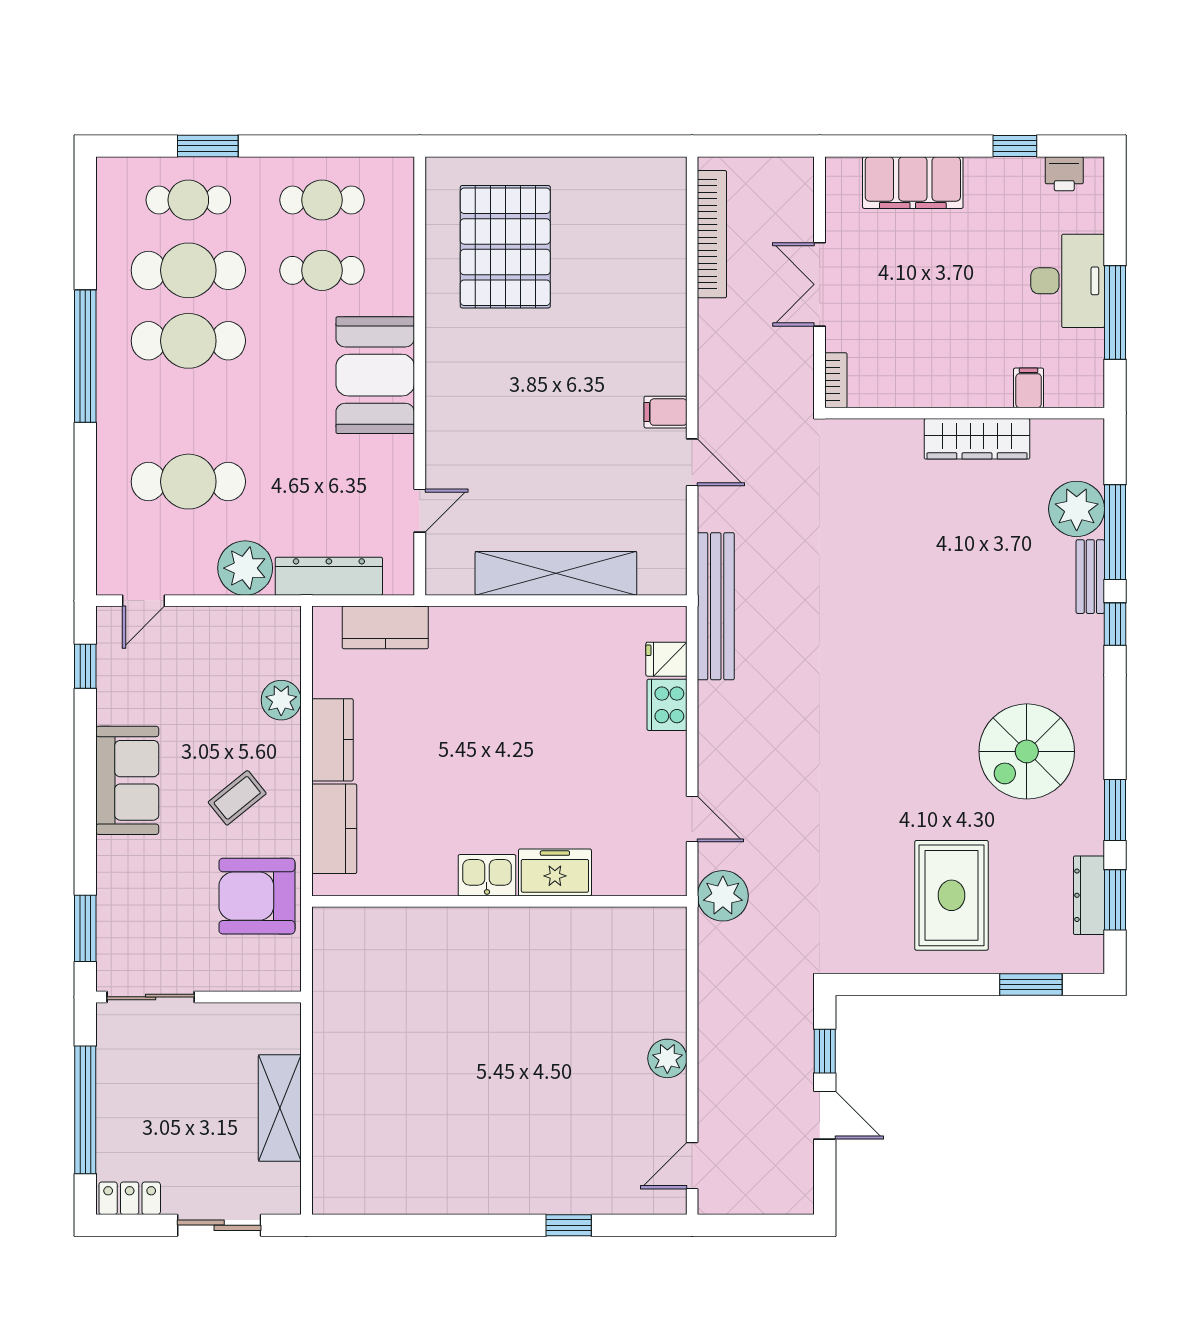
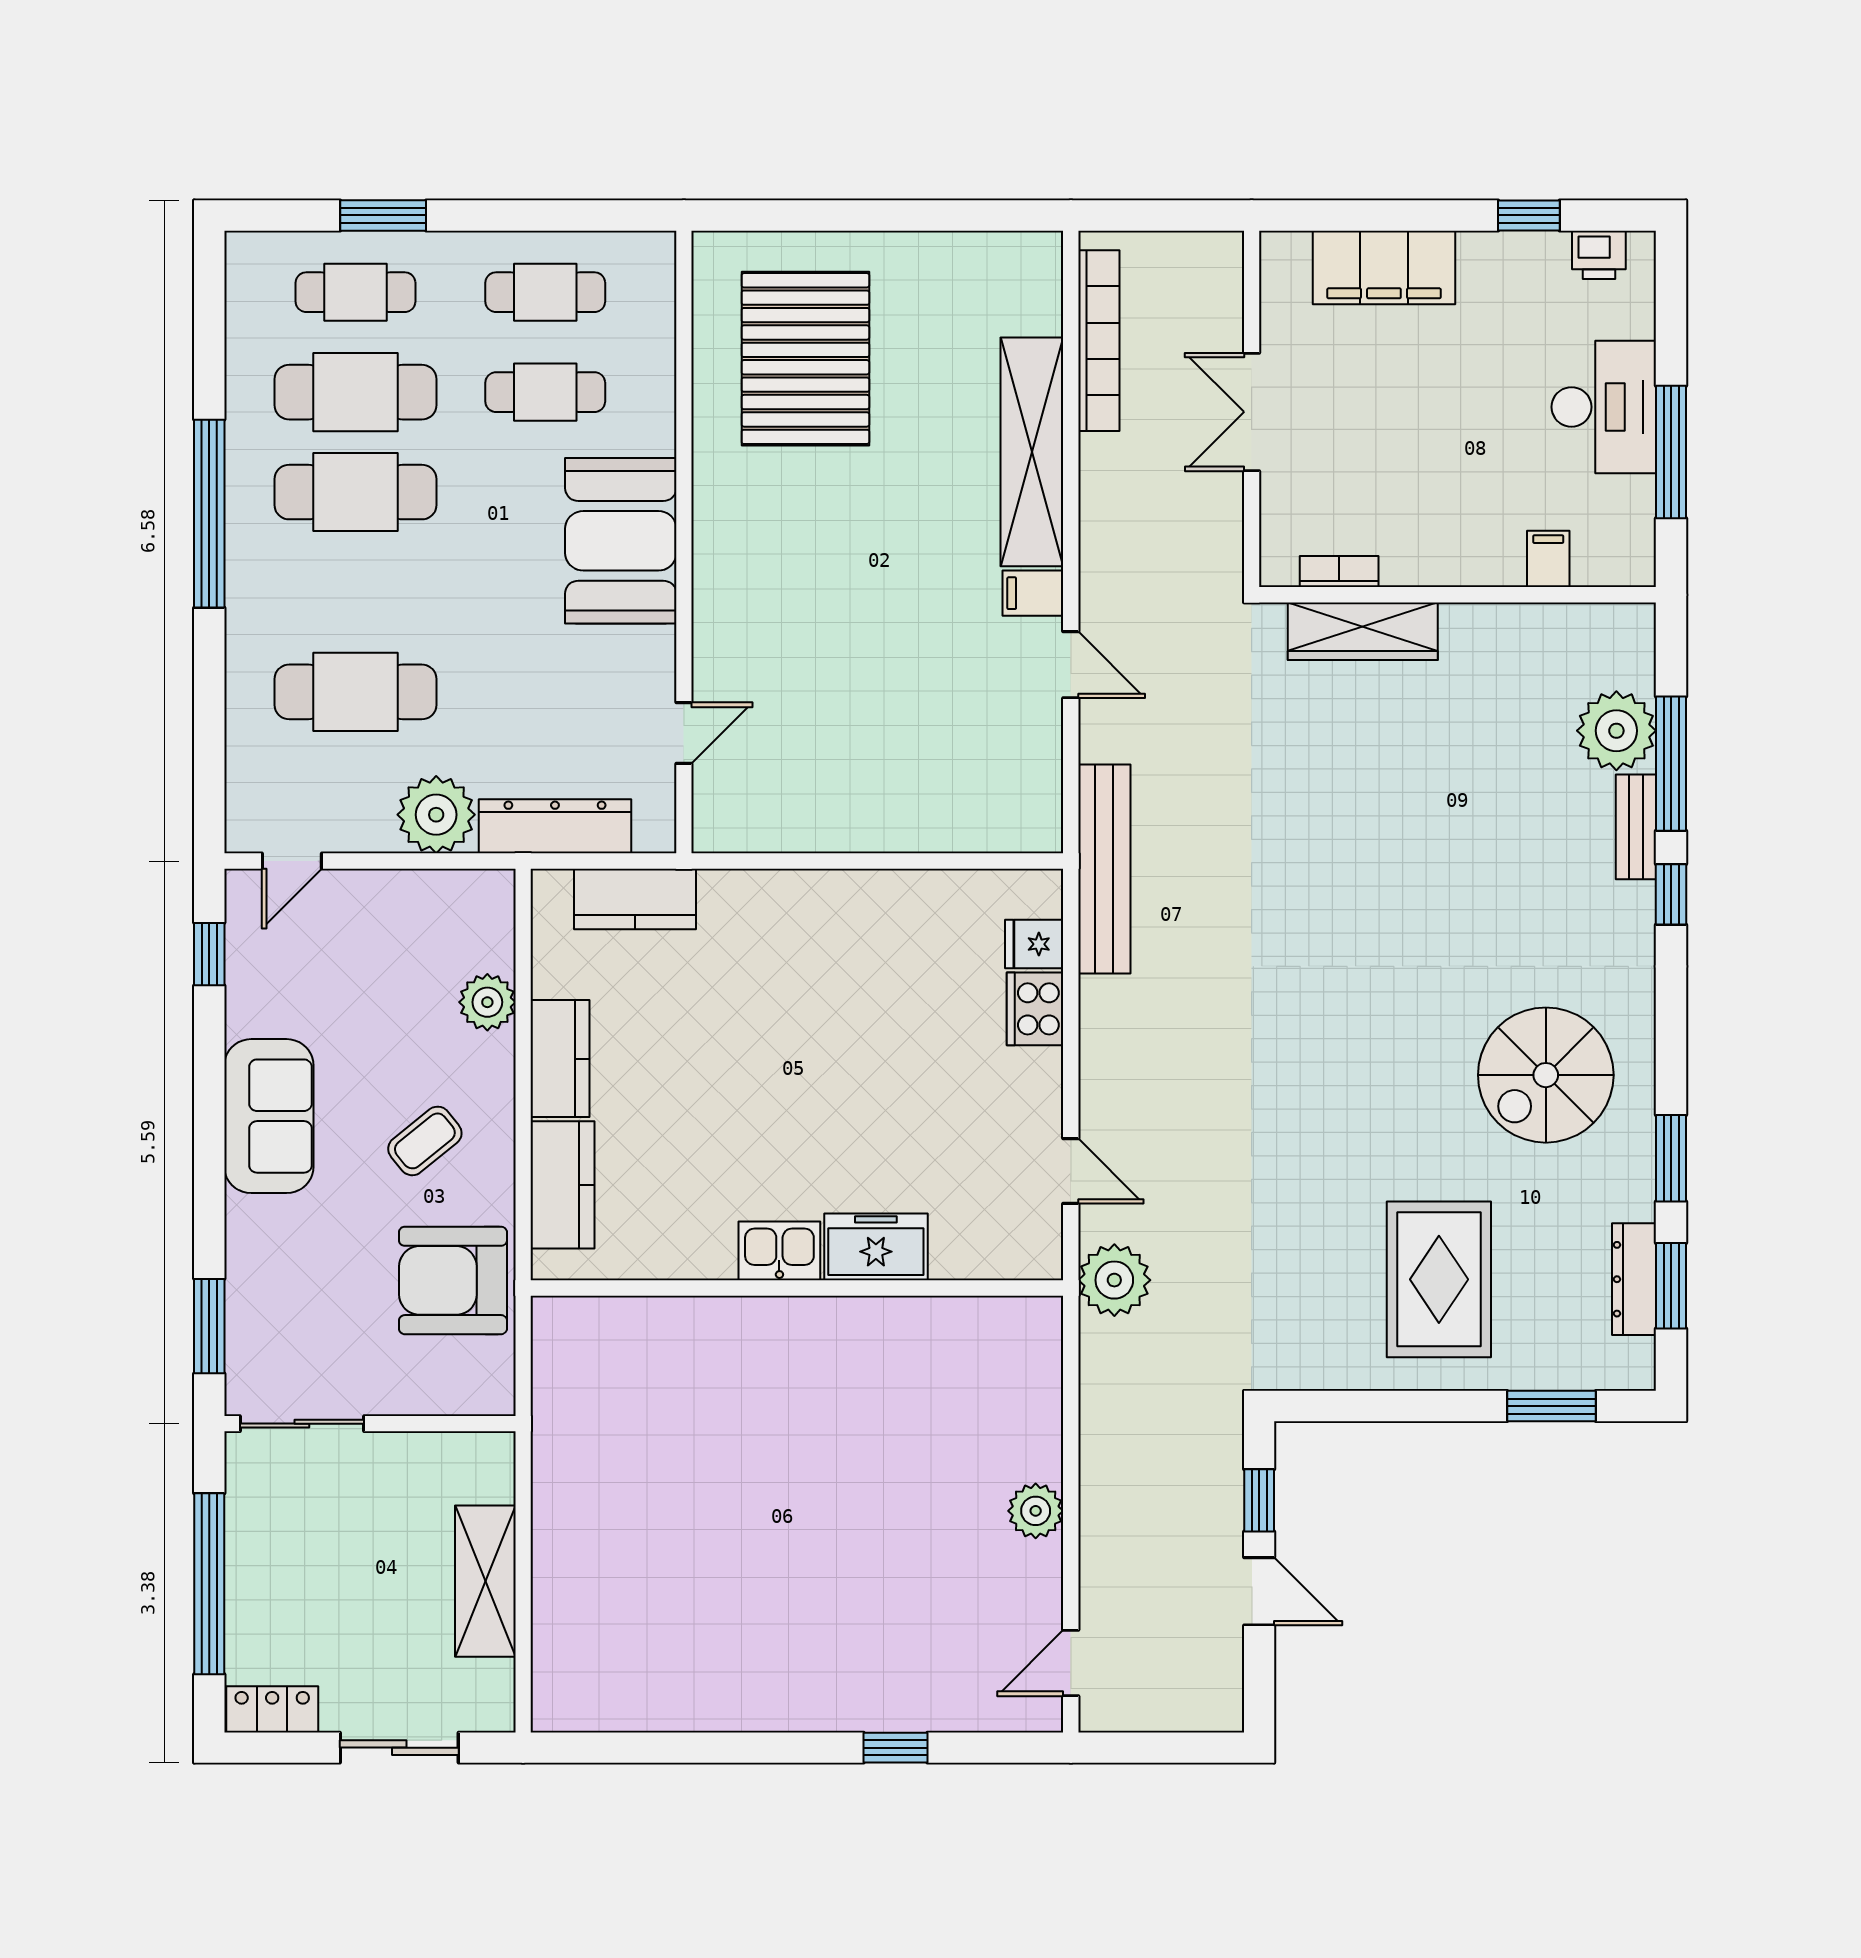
bookcase: (836, 380) -> (1339, 572), moved, turned -90
wardrobe: (977, 439) -> (1363, 631), moved
shelving: (556, 573) -> (1032, 452), moved, turned 90

